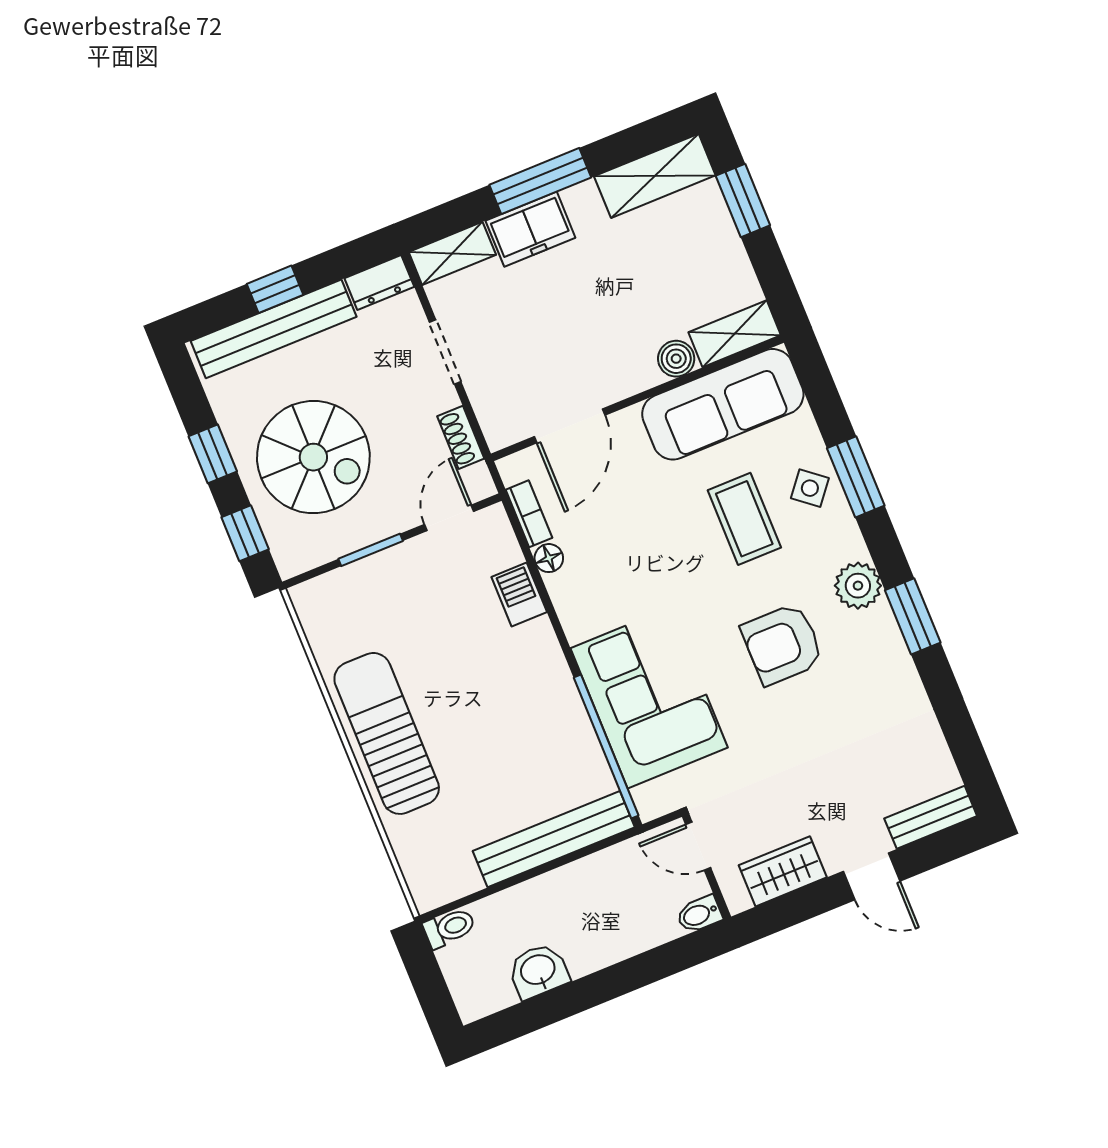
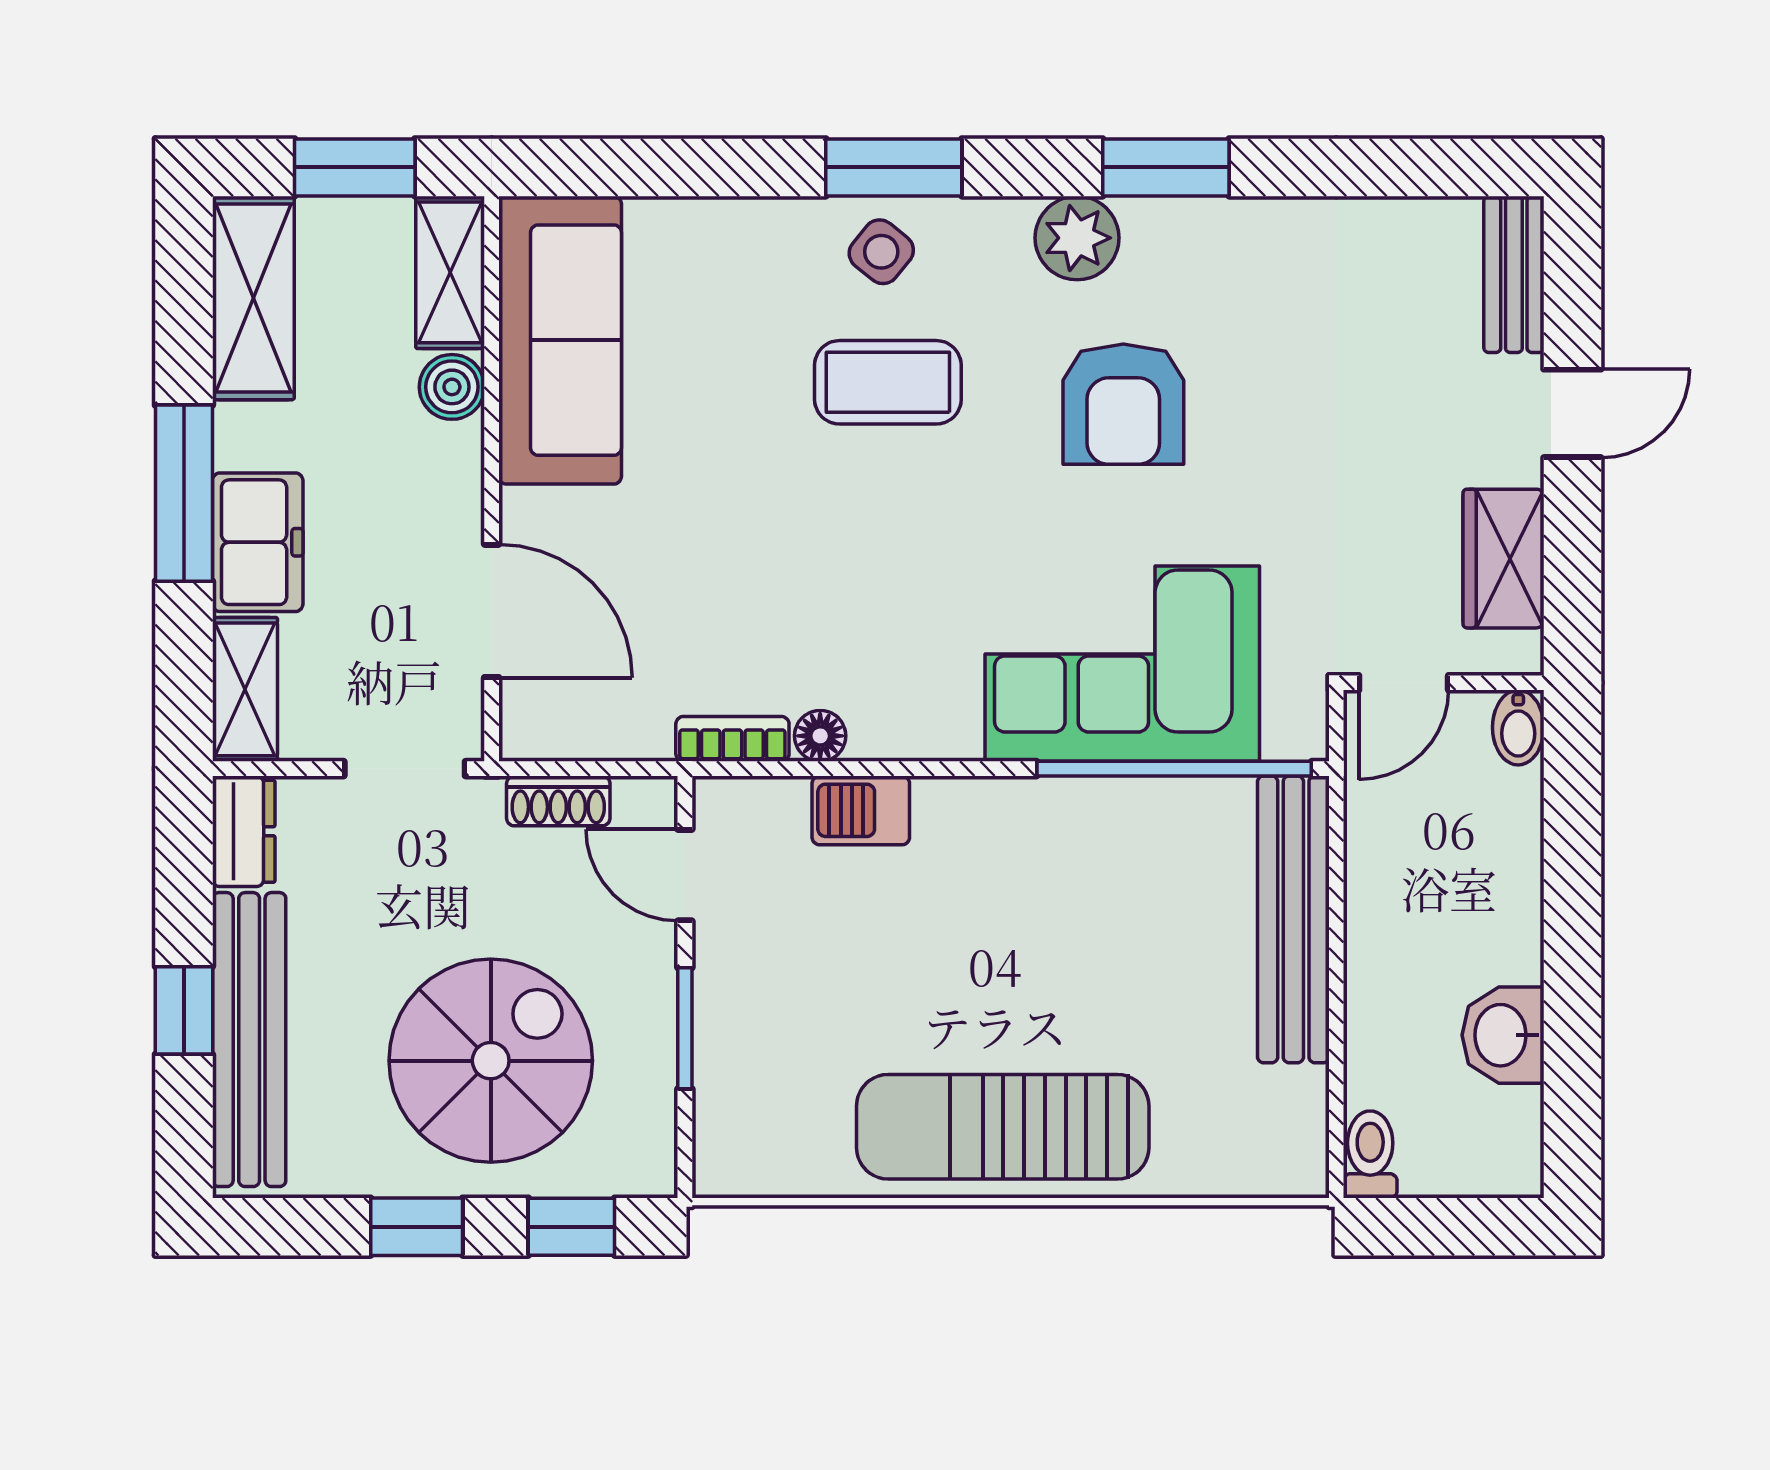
shelving: (735, 334) -> (450, 272), moved
boiler: (676, 359) -> (452, 387), moved
wall: (637, 398) -> (492, 479), moved
sofa: (723, 404) -> (560, 340), moved
door: (570, 426) -> (492, 611), moved

